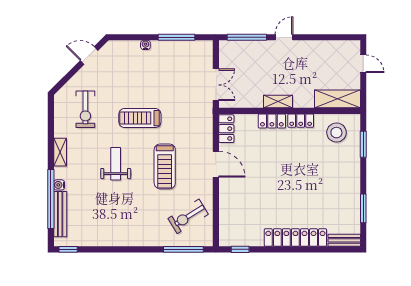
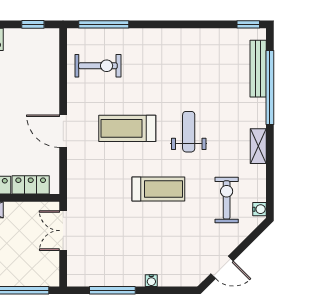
locker: (226, 129) -> (31, 185), moved, turned 90
weight bench: (116, 164) -> (189, 132), turned 180
treadmill: (165, 166) -> (127, 128), turned -90
water cooler: (59, 185) -> (260, 209), moved
exercise bike: (188, 216) -> (98, 66), turned 32

